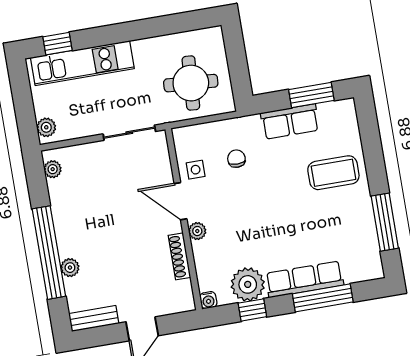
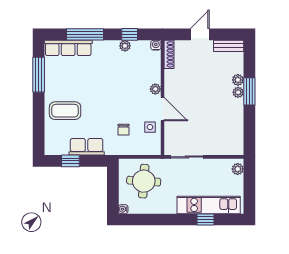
water cooler: (216, 33) -> (123, 209), added
window: (57, 44) -> (205, 220), moved
window: (311, 95) -> (70, 161), width x0.67
plant: (53, 169) -> (238, 92), moved
window: (49, 253) -> (249, 91), width x0.47
shoe rack: (179, 256) -> (169, 54), moved
row of seats: (304, 279) -> (68, 48), moved
plant: (248, 284) -> (125, 46), width x0.53, depth x0.53

